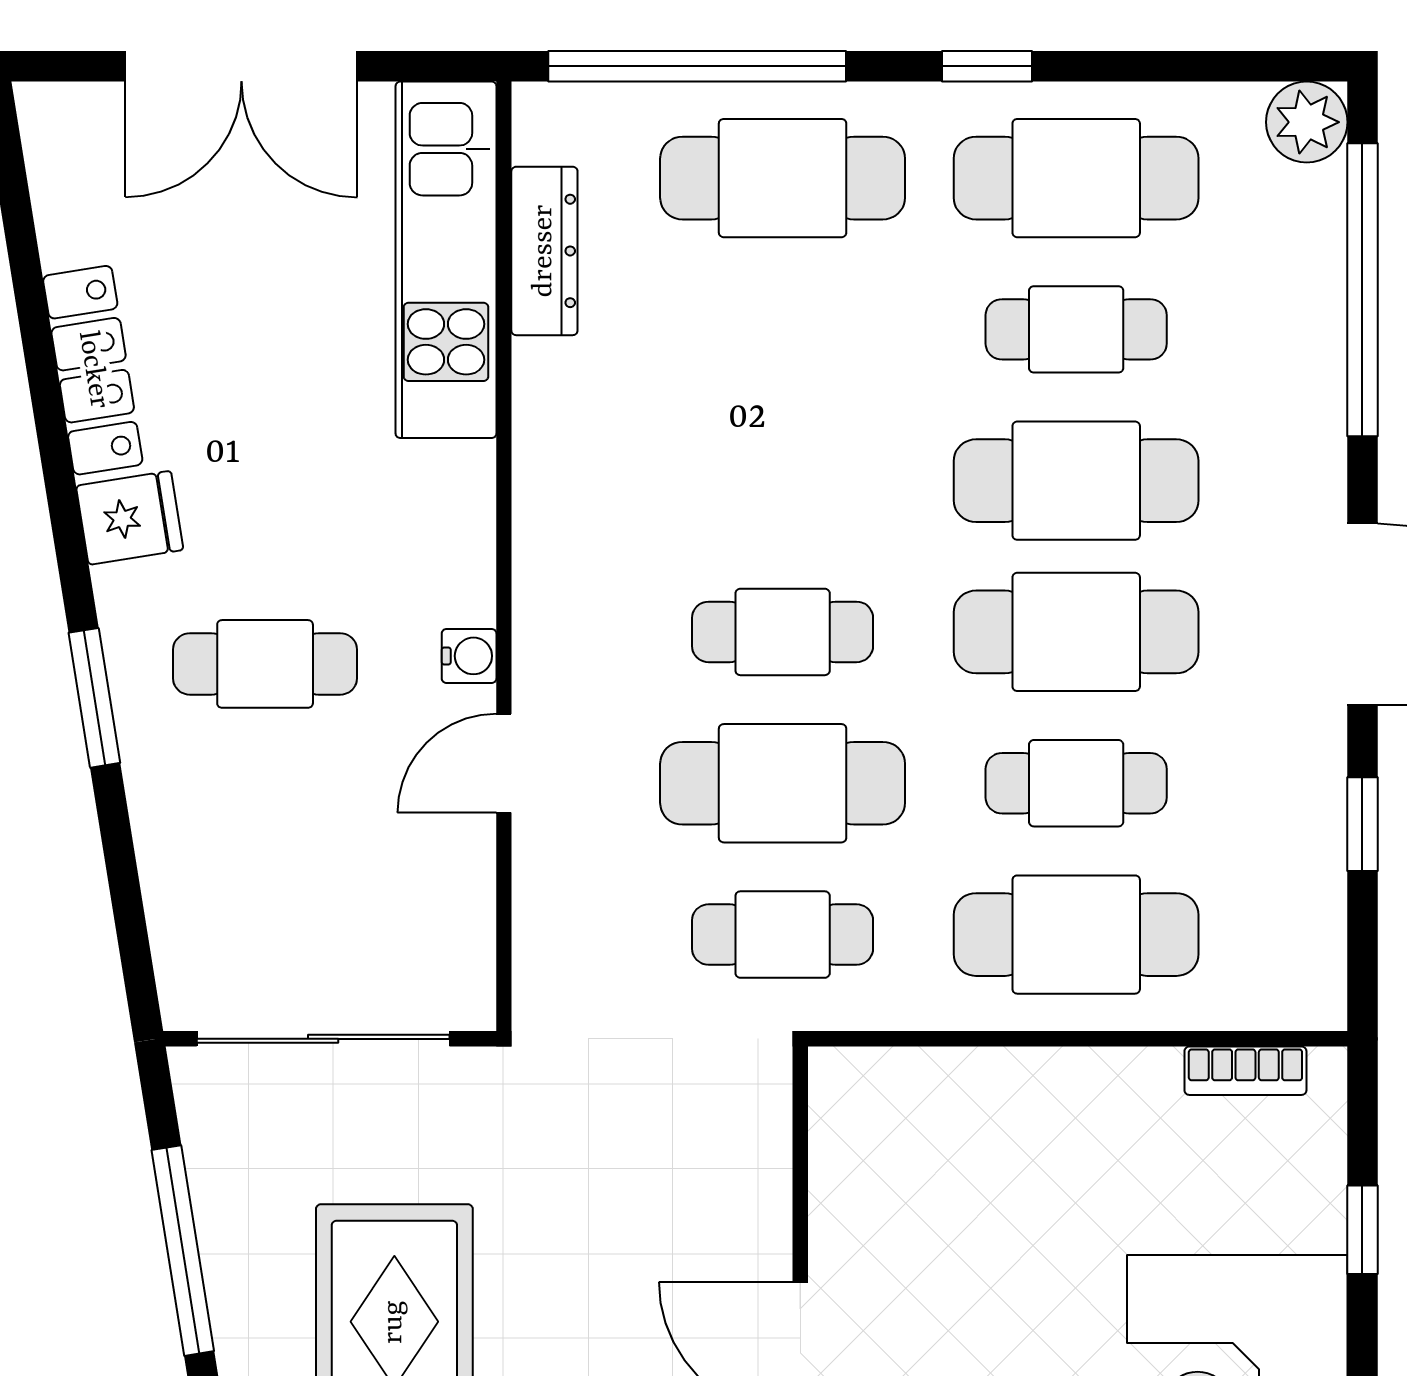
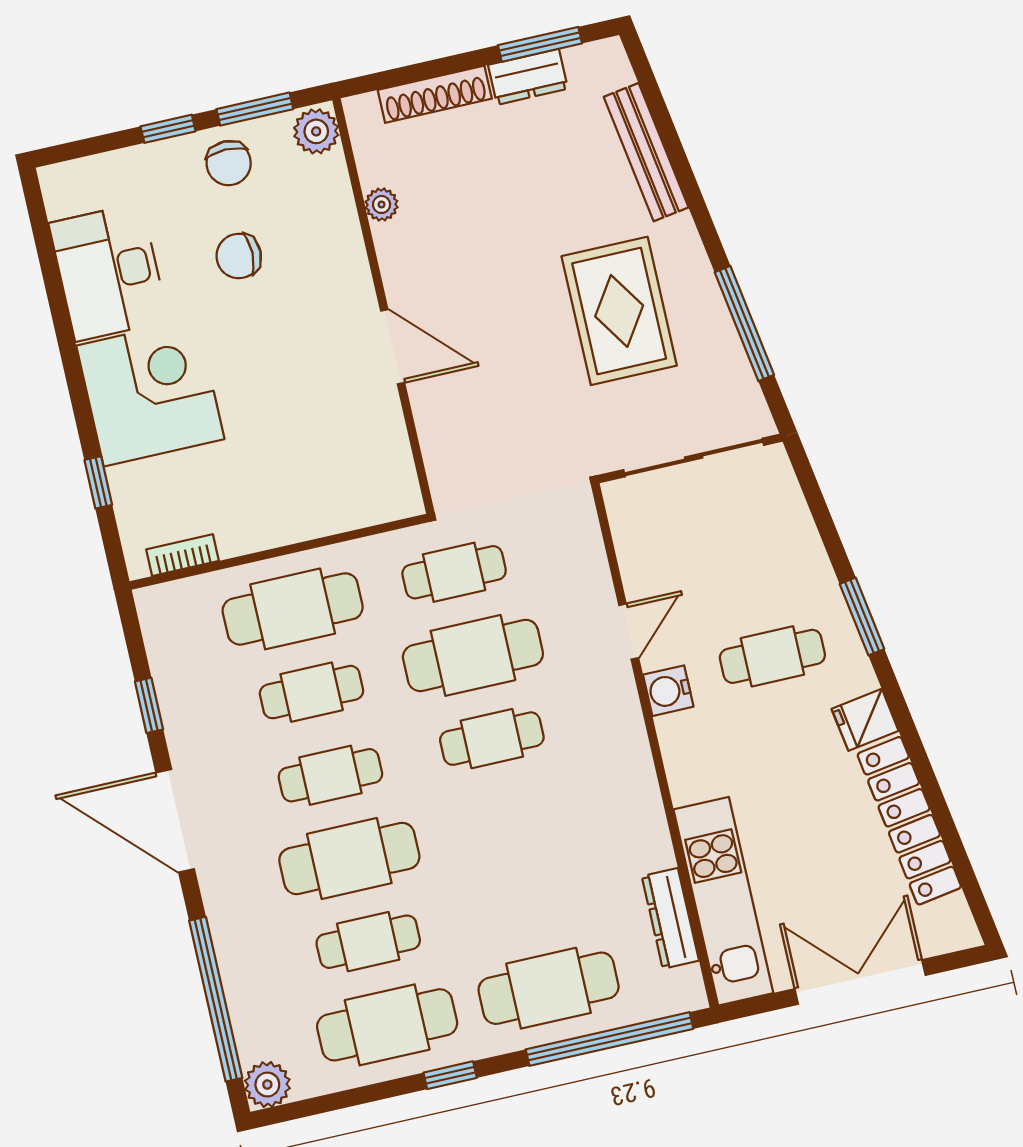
locker: (93, 370) -> (909, 821), width x1.41, depth x1.21
cafe table: (1076, 632) -> (330, 775), width x0.73, depth x0.74
water cooler: (469, 656) -> (668, 691), width x1.38, depth x1.38

